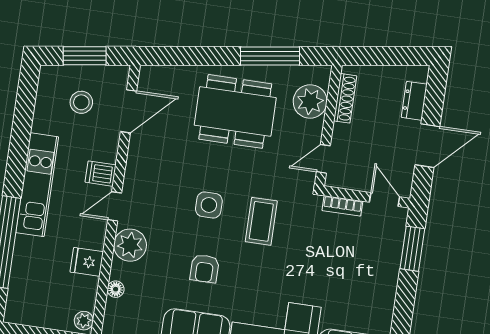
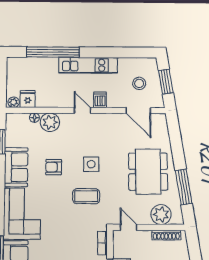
plant: (130, 245) -> (50, 122), moved
fridge: (87, 262) -> (28, 99), moved

